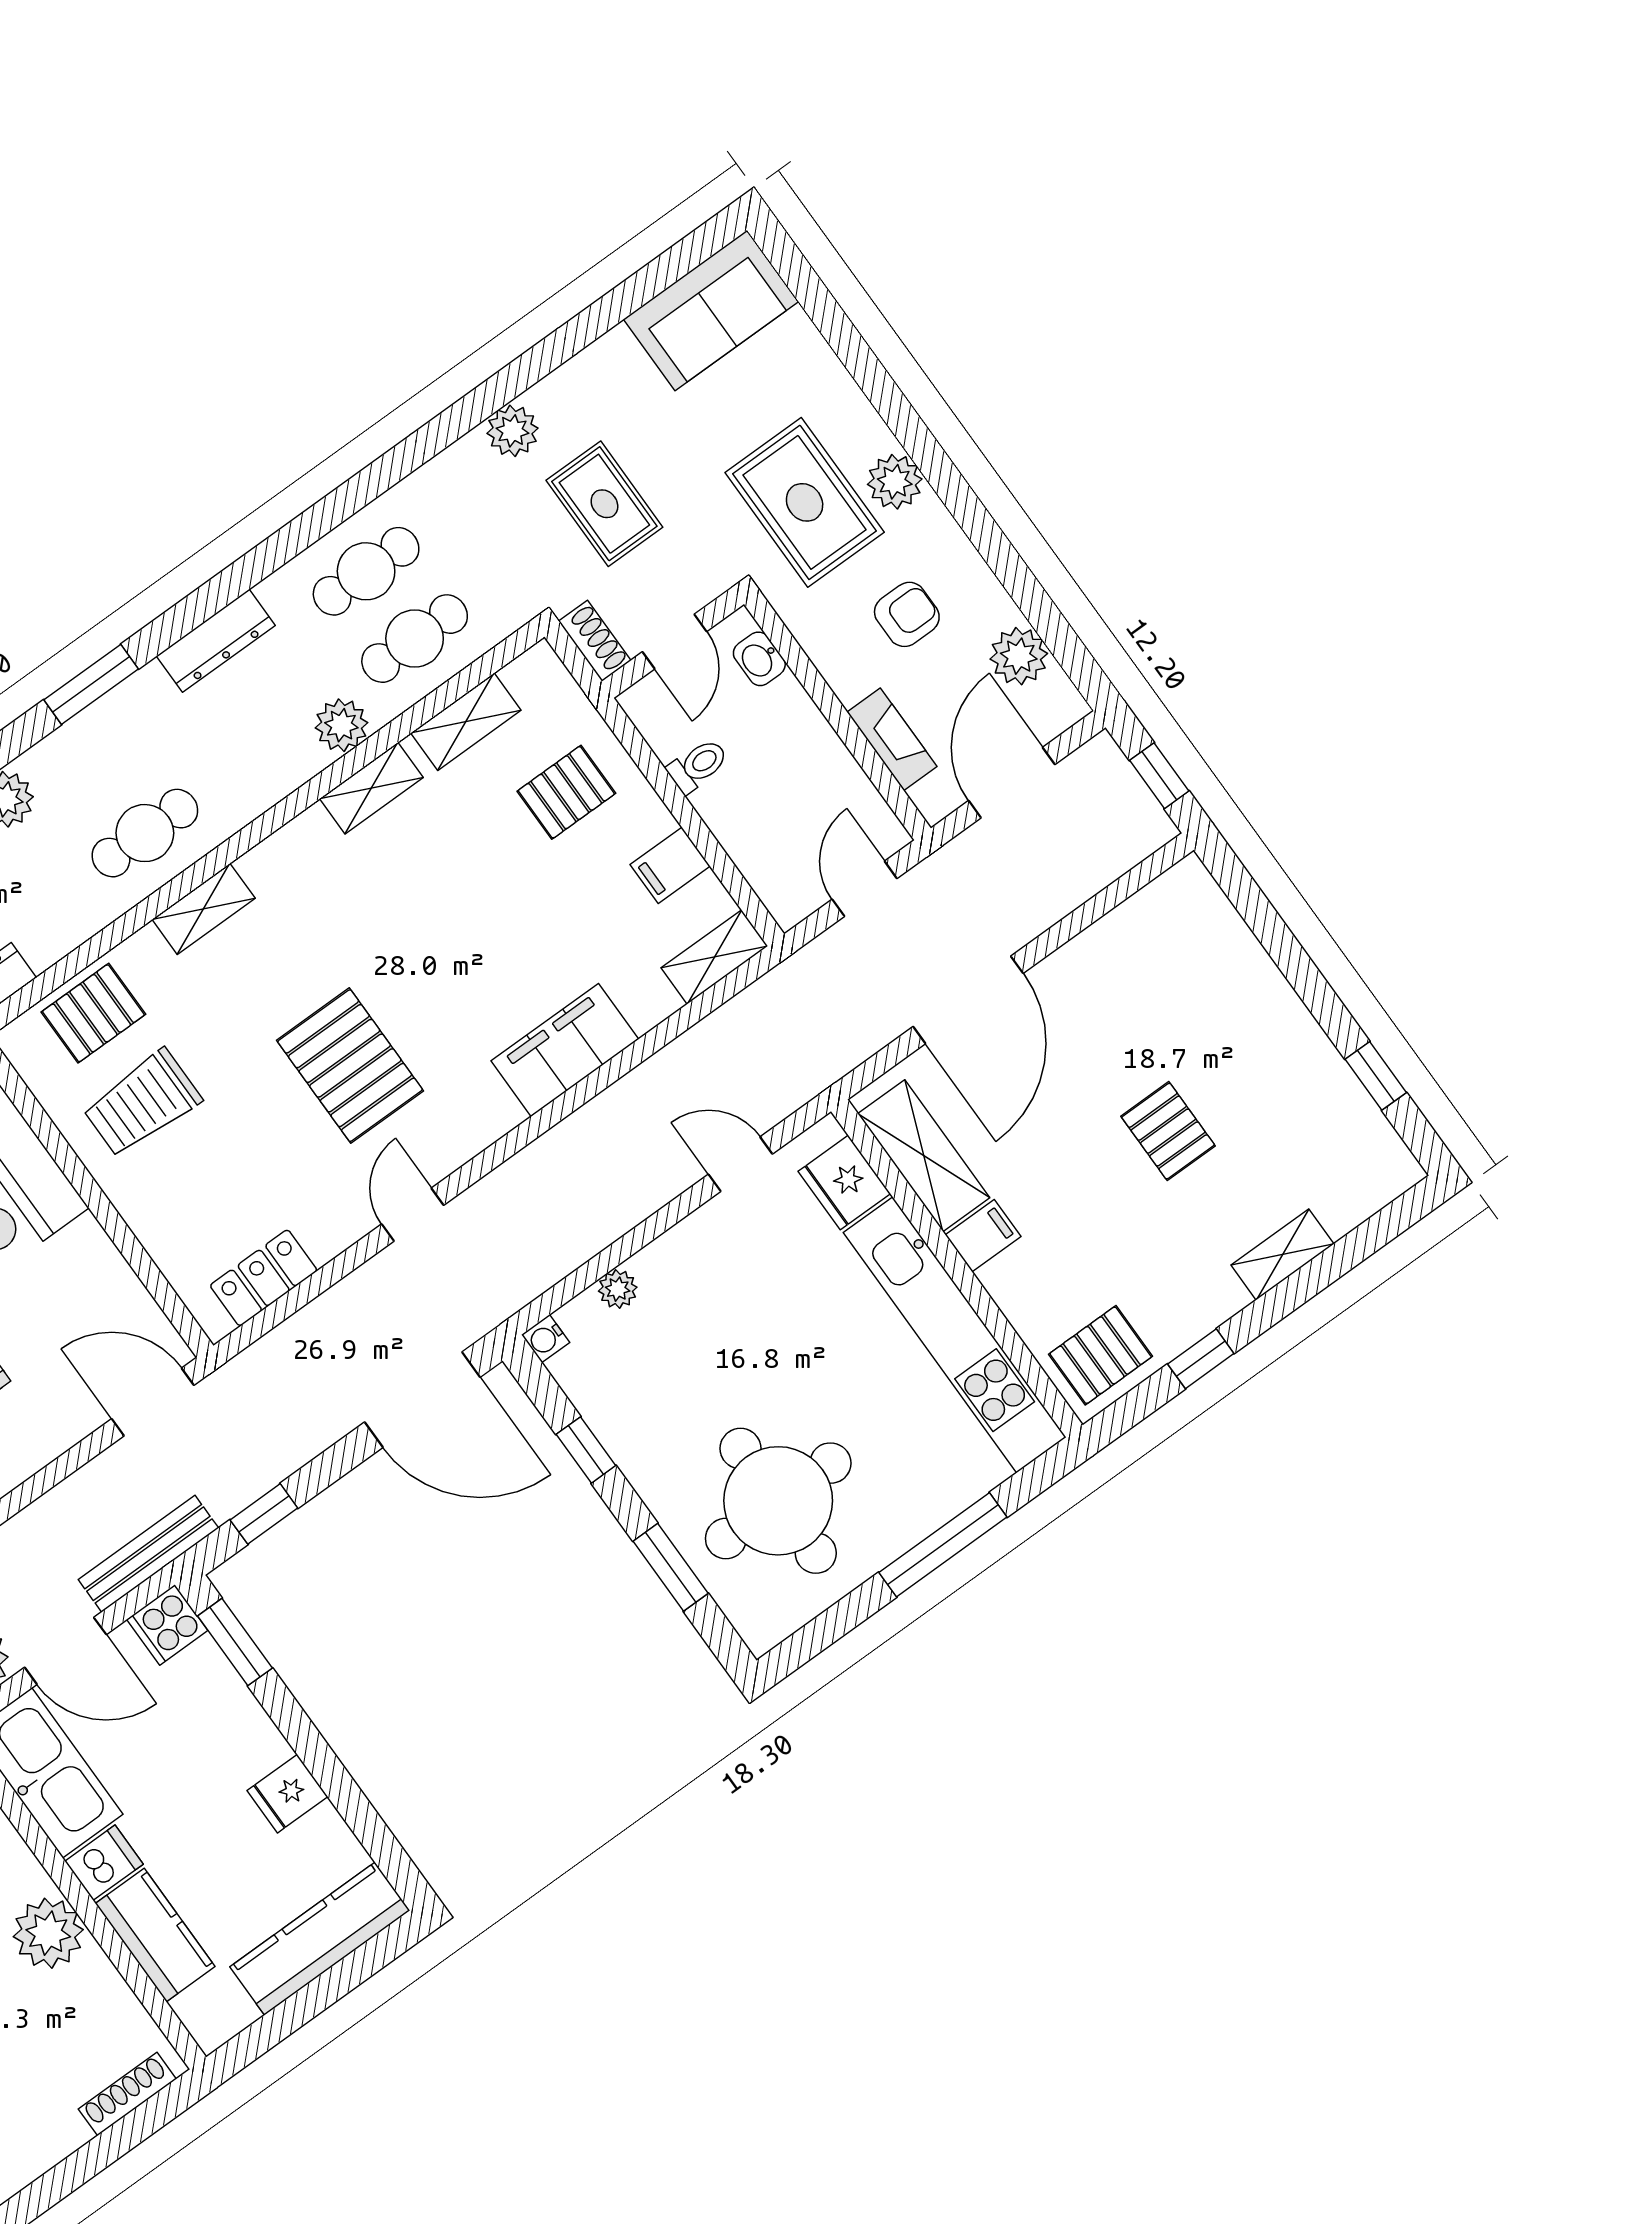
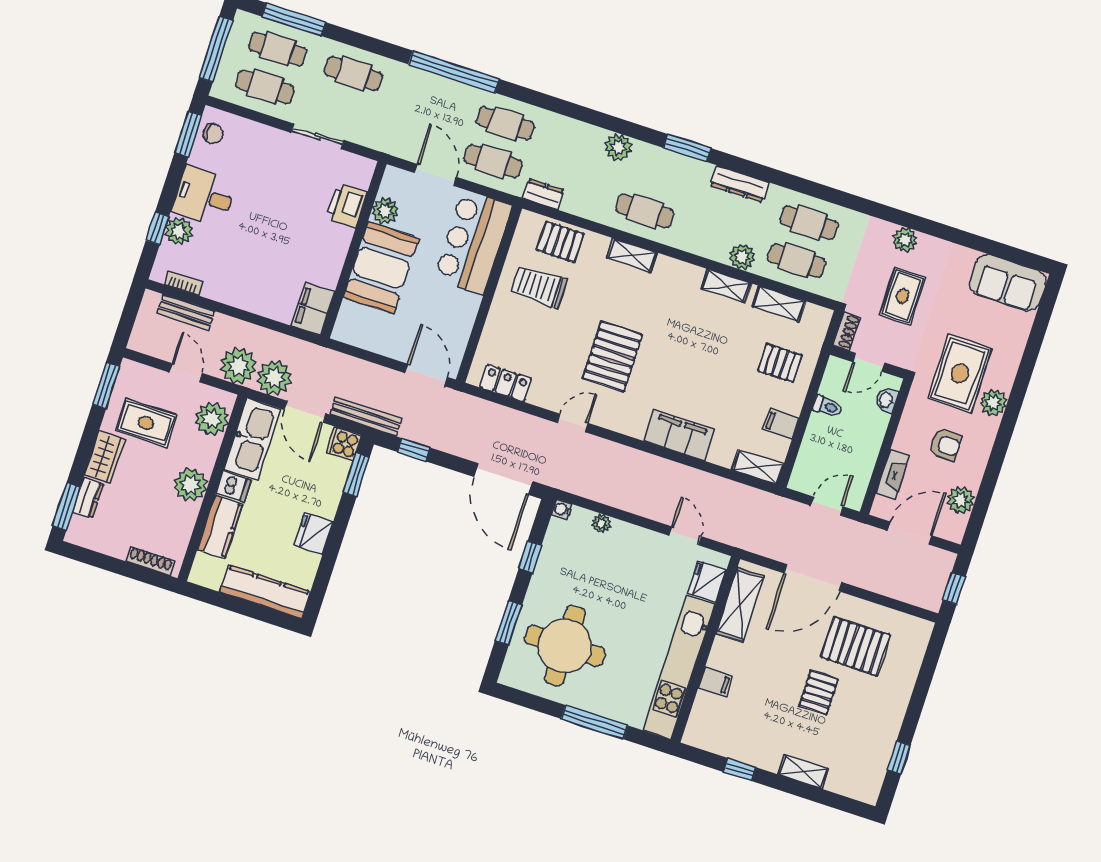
filing cabinet: (983, 1236) -> (715, 682), moved
pallet: (1101, 1355) -> (855, 646), moved, width x1.50, depth x1.42
fridge: (287, 1794) -> (314, 534), width x1.38

